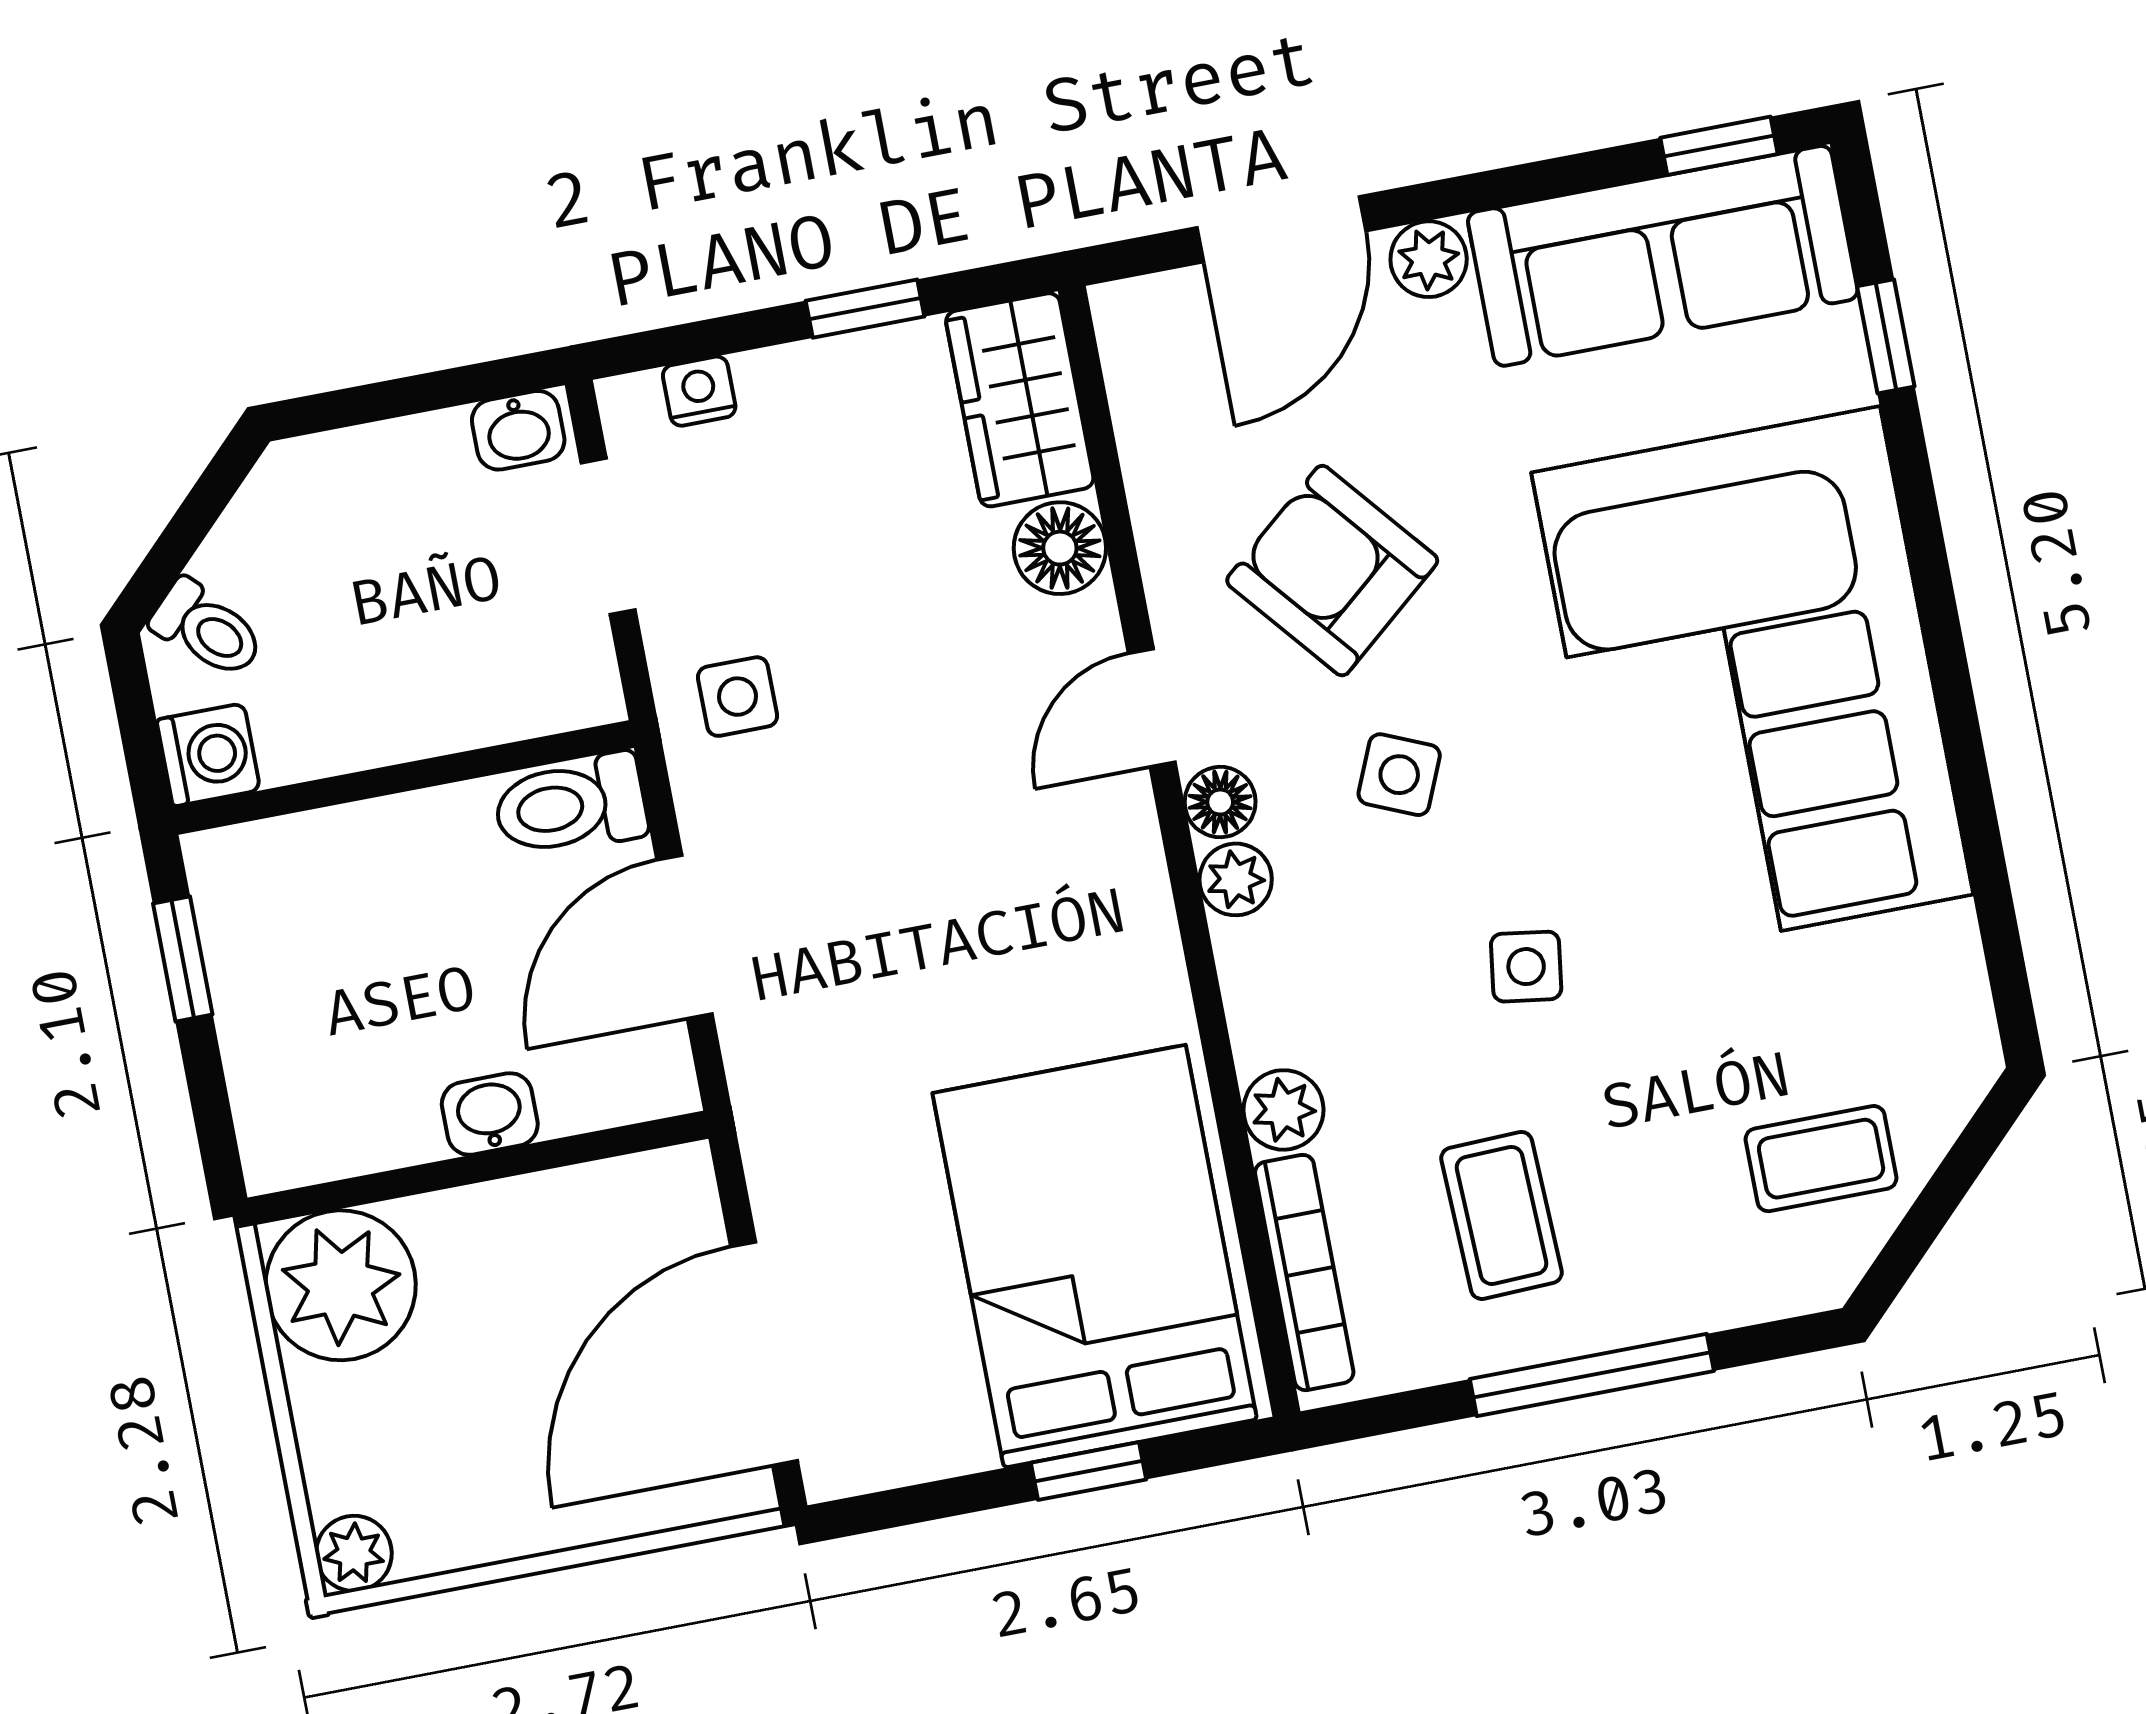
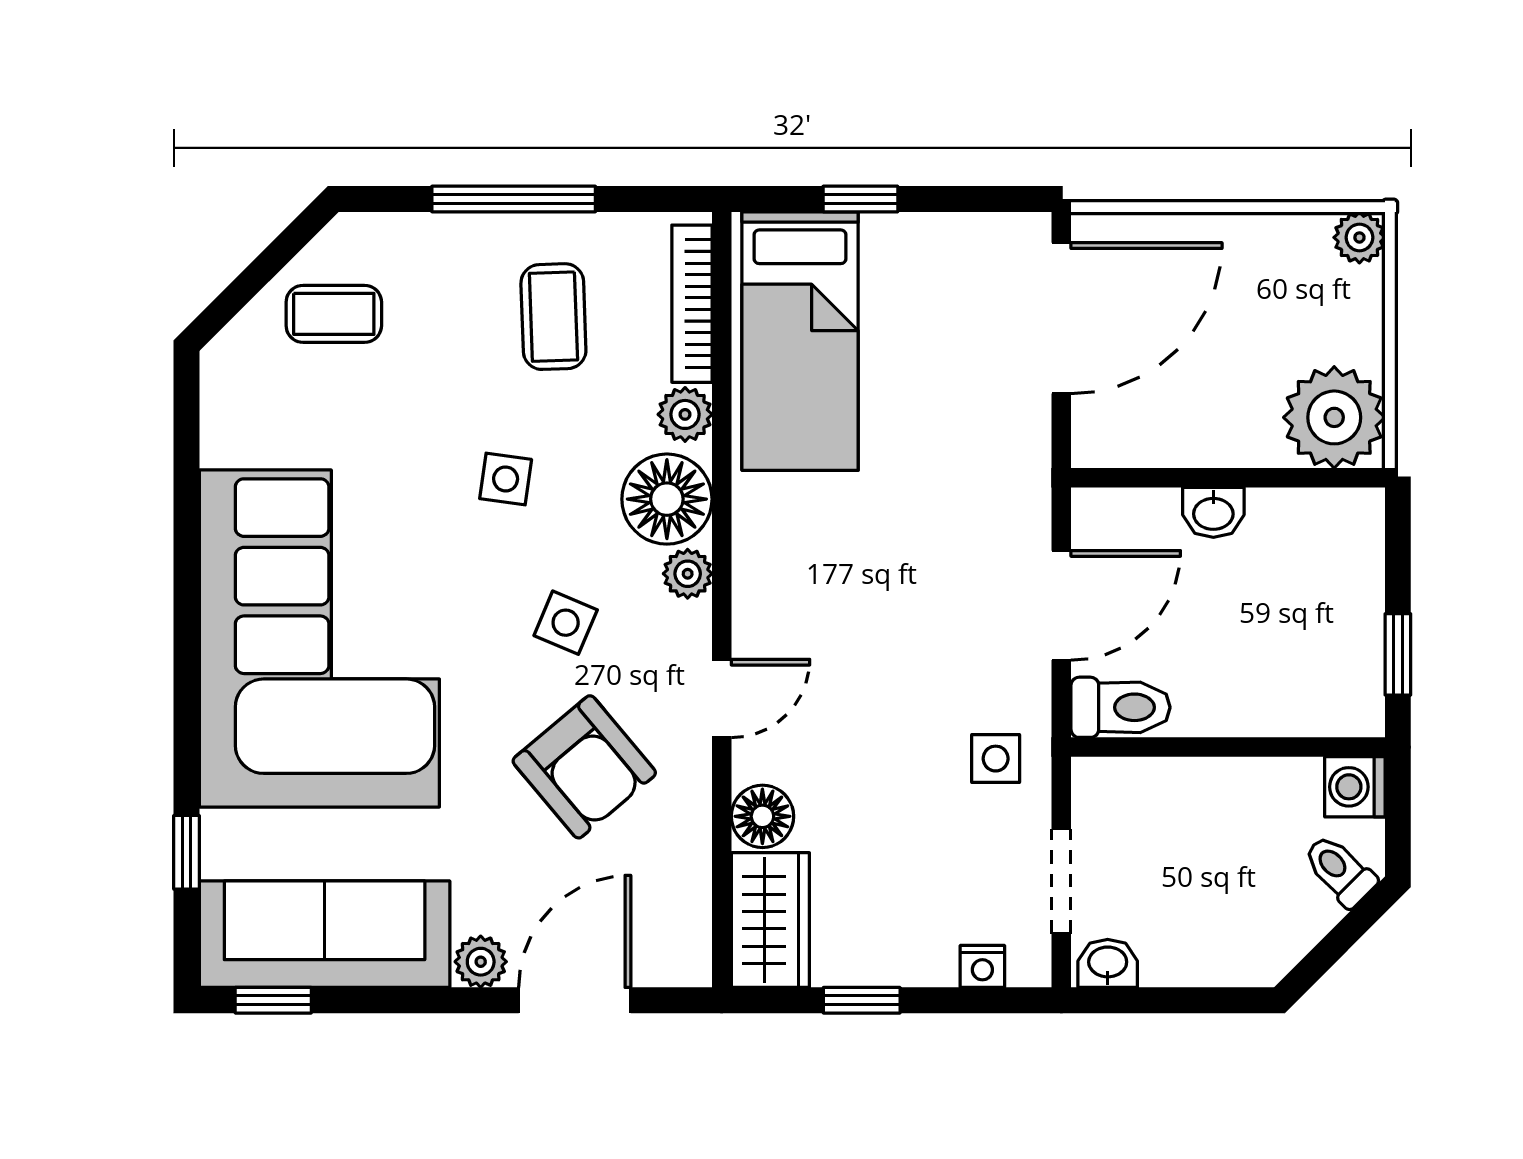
floor lamp: (1220, 802) -> (667, 499), moved, width x1.89, depth x1.89
bed: (1095, 1256) -> (800, 341), width x0.67

